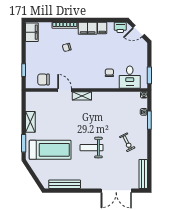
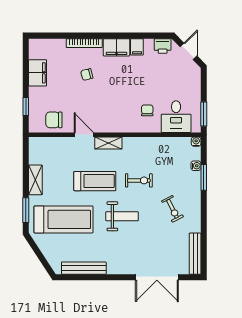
door: (139, 31) -> (189, 51), swing flipped
filing cabinet: (32, 32) -> (38, 73), moved
exercise bike: (103, 122) -> (139, 180), added
treadmill: (72, 123) -> (95, 181), added
weight bench: (92, 148) -> (122, 216), turned 180

